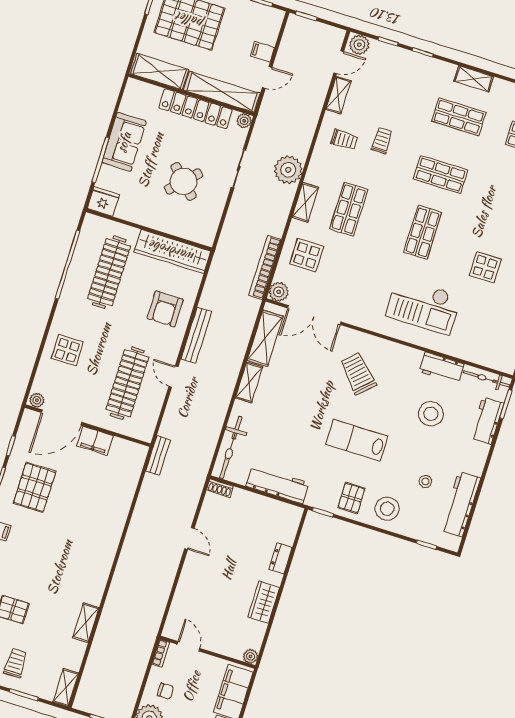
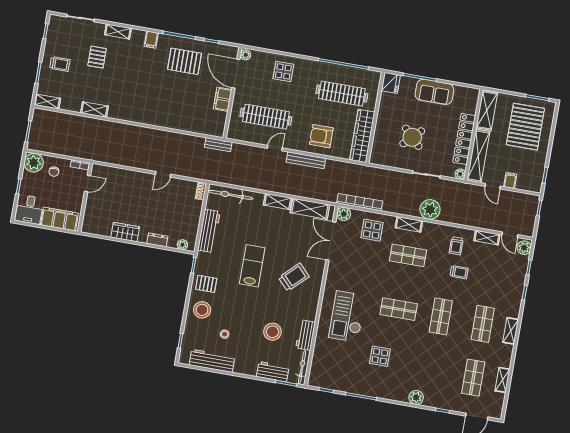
lab bench: (357, 440) -> (252, 266), moved
plant: (251, 656) -> (182, 245), moved

